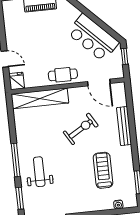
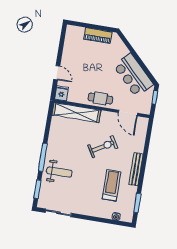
bench: (124, 126) -> (136, 169), moved
weight bench: (39, 172) -> (59, 172), turned 90

